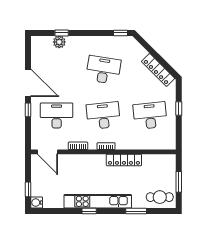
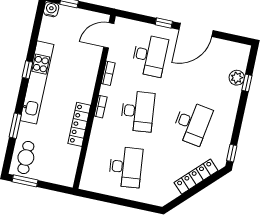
locker: (158, 70) -> (196, 177), moved
window: (179, 109) -> (127, 203), removed
window: (179, 182) -> (25, 181), moved

